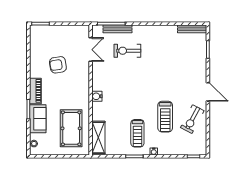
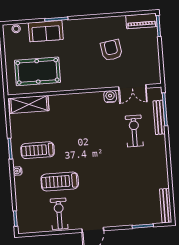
piano: (35, 91) -> (141, 21), moved
water cooler: (97, 96) -> (110, 97), moved
exercise bike: (192, 119) -> (59, 214), turned 62

